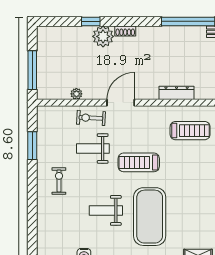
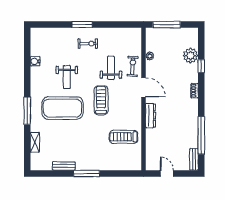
plant: (103, 36) -> (191, 56), moved
dresser: (177, 93) -> (150, 116), moved
treadmill: (190, 131) -> (124, 137), turned 90
window: (32, 146) -> (82, 25), moved
weight bench: (106, 210) -> (67, 77), turned 180

